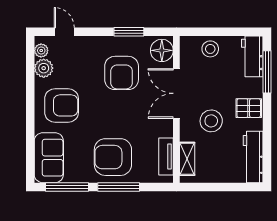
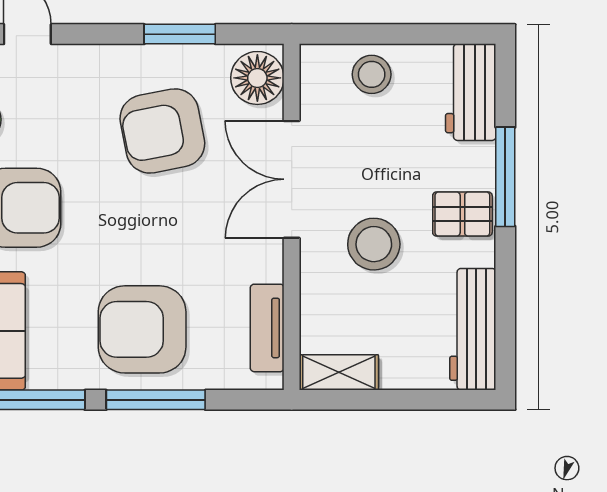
window: (267, 72) -> (505, 177), moved
armchair: (122, 73) -> (162, 131), turned 79
shelving: (187, 159) -> (339, 372), moved, turned 90

